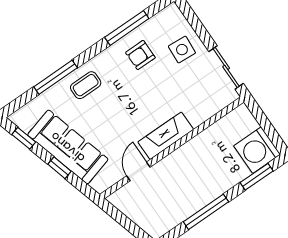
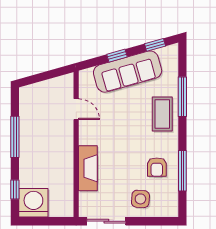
armchair: (140, 55) -> (157, 167), turned 180
coffee table: (86, 85) -> (162, 114), width x1.36, depth x1.30
fireplace: (166, 136) -> (88, 168), moved
window: (257, 177) -> (15, 190), width x0.67

